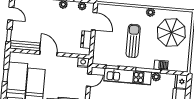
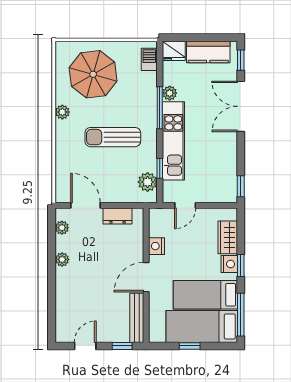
door: (94, 21) -> (86, 205), hinge flipped
plant: (105, 59) -> (148, 182), added
nightstand: (83, 63) -> (157, 246), moved
barbecue: (161, 65) -> (149, 59), moved
door: (89, 80) -> (185, 205), swing flipped

